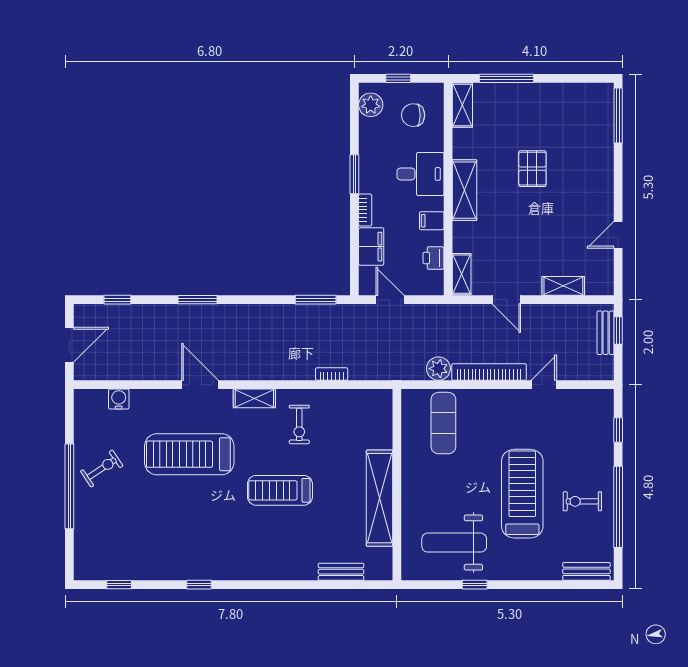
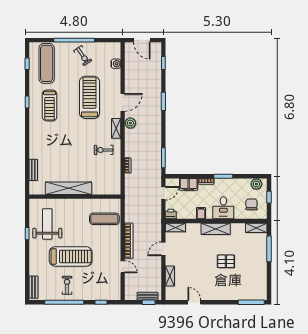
printer: (433, 258) -> (171, 214), moved
plant: (438, 369) -> (130, 123), moved
treadmill: (280, 490) -> (49, 105), moved, turned 180
exercise mat: (118, 544) -> (47, 63), added

